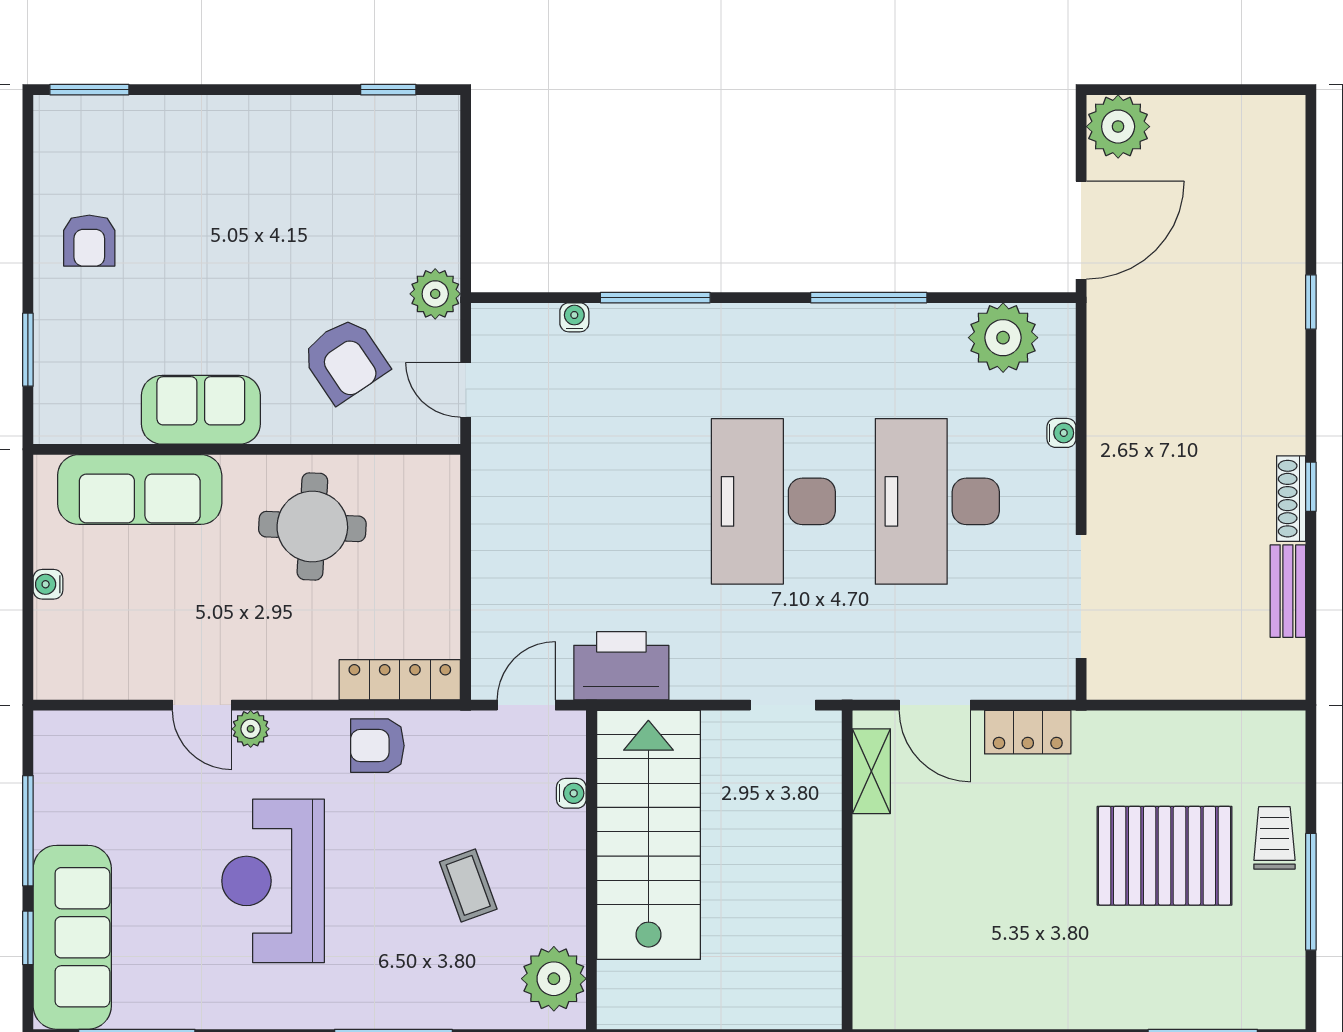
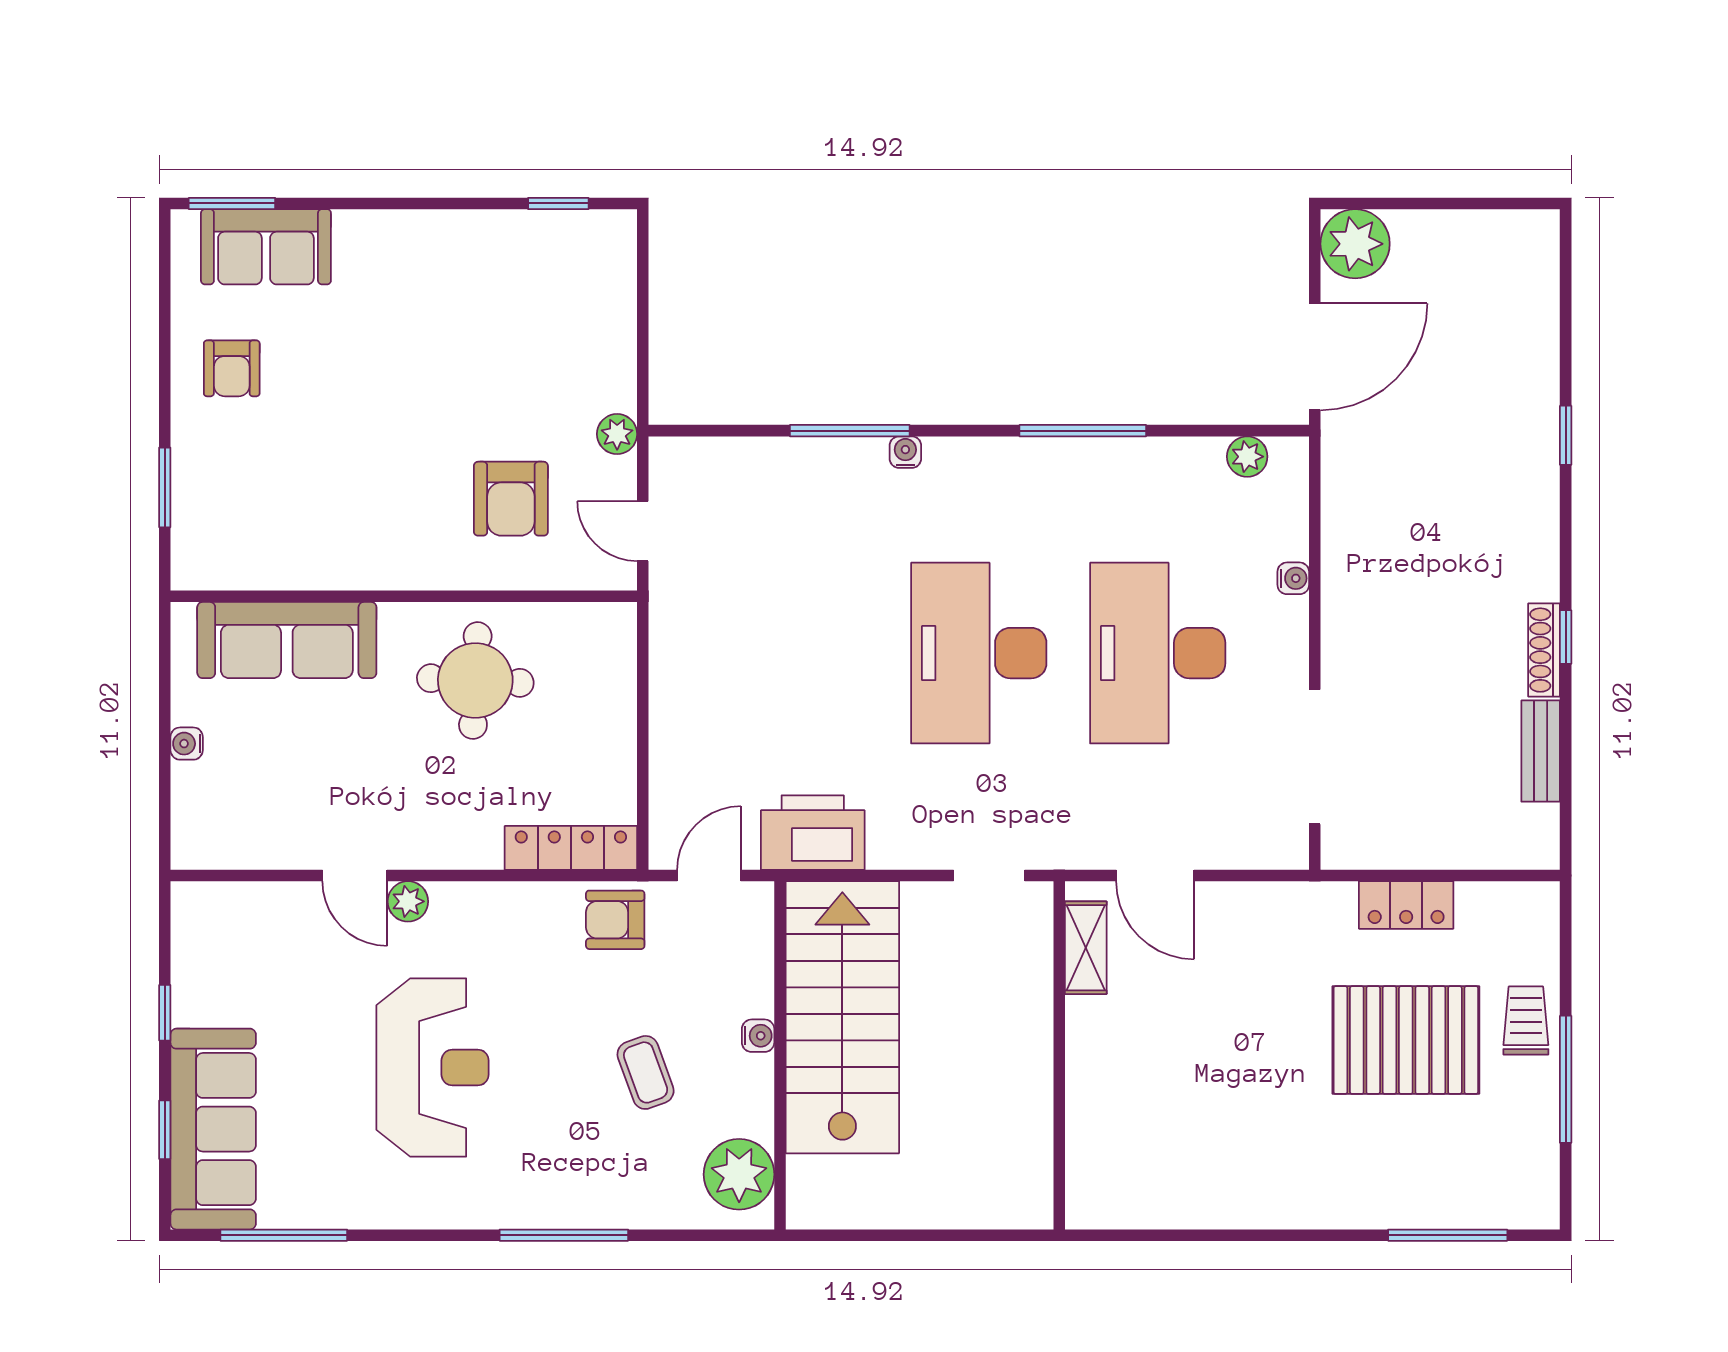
plant: (435, 294) -> (617, 434), width x0.73, depth x0.73
water cooler: (574, 317) -> (905, 452), moved
plant: (1003, 338) -> (1247, 457), width x0.53, depth x0.53
armchair: (345, 360) -> (511, 499), turned 34
sofa: (201, 410) -> (266, 247), moved, turned 180
locker: (1028, 732) -> (1406, 905), moved
armchair: (377, 746) -> (615, 920), moved
water cooler: (571, 793) -> (758, 1036), moved
window: (28, 831) -> (165, 1013), width x0.46
reception desk: (273, 881) -> (433, 1067), turned 180

